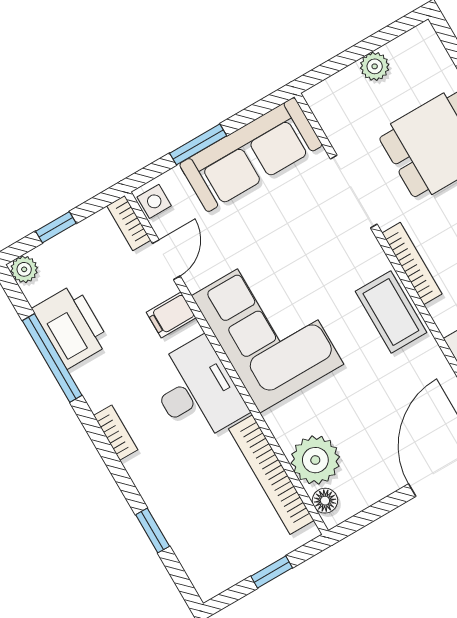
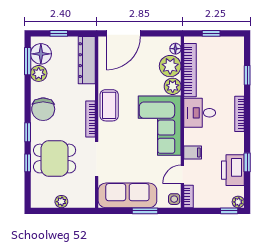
window: (56, 227) -> (229, 211), moved
window: (52, 358) -> (247, 162), width x0.46
desk: (197, 391) -> (200, 113), width x0.73
plant: (287, 423) -> (173, 86), added
bookcase: (116, 433) -> (239, 114), width x1.56

